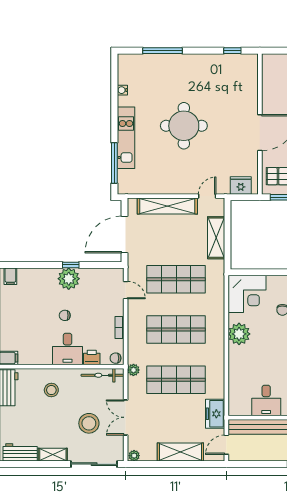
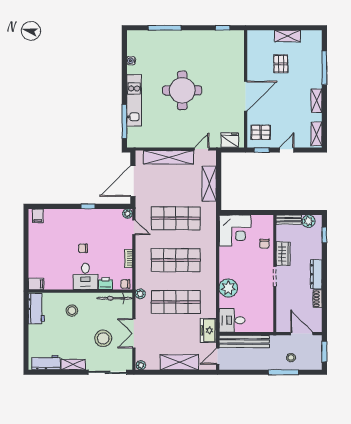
plant: (69, 279) -> (128, 214), moved, width x0.53, depth x0.53
plant: (239, 334) -> (228, 288), moved
desk: (266, 401) -> (232, 320), moved, turned 90

